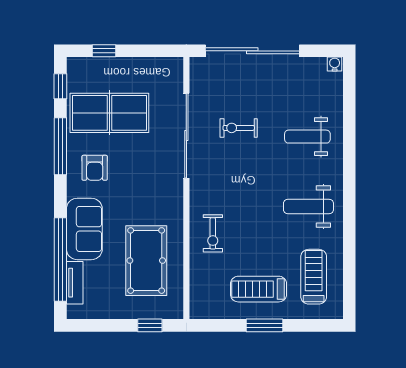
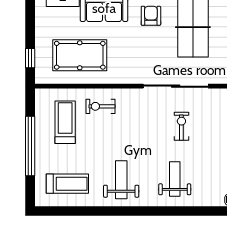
armchair: (95, 168) -> (151, 16), turned 90
treadmill: (259, 289) -> (65, 122), moved
window: (265, 325) -> (30, 146), width x2.11

